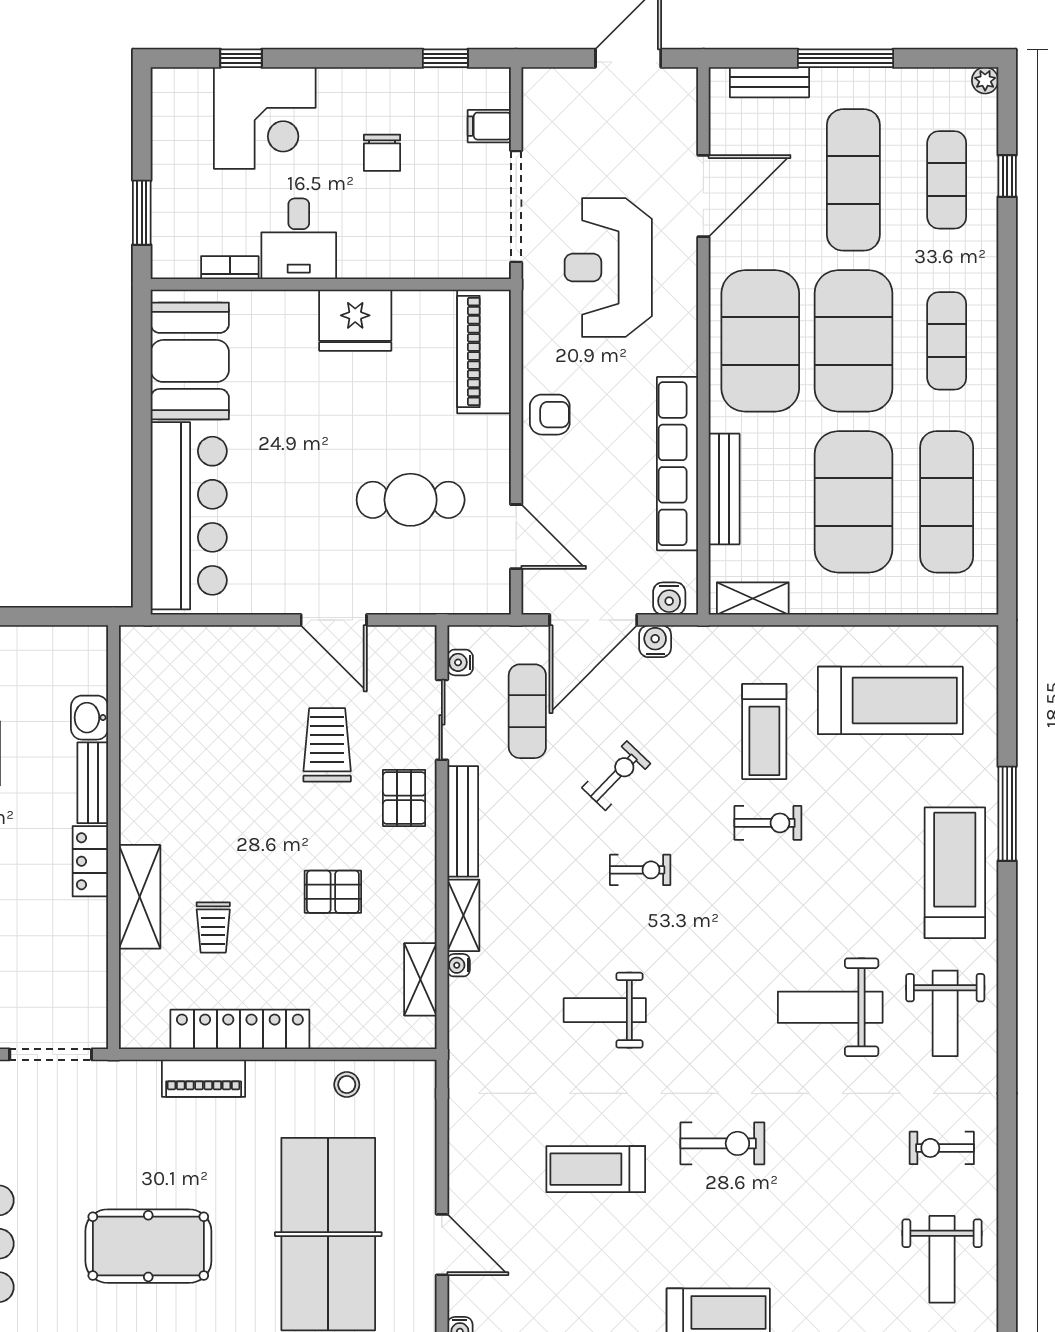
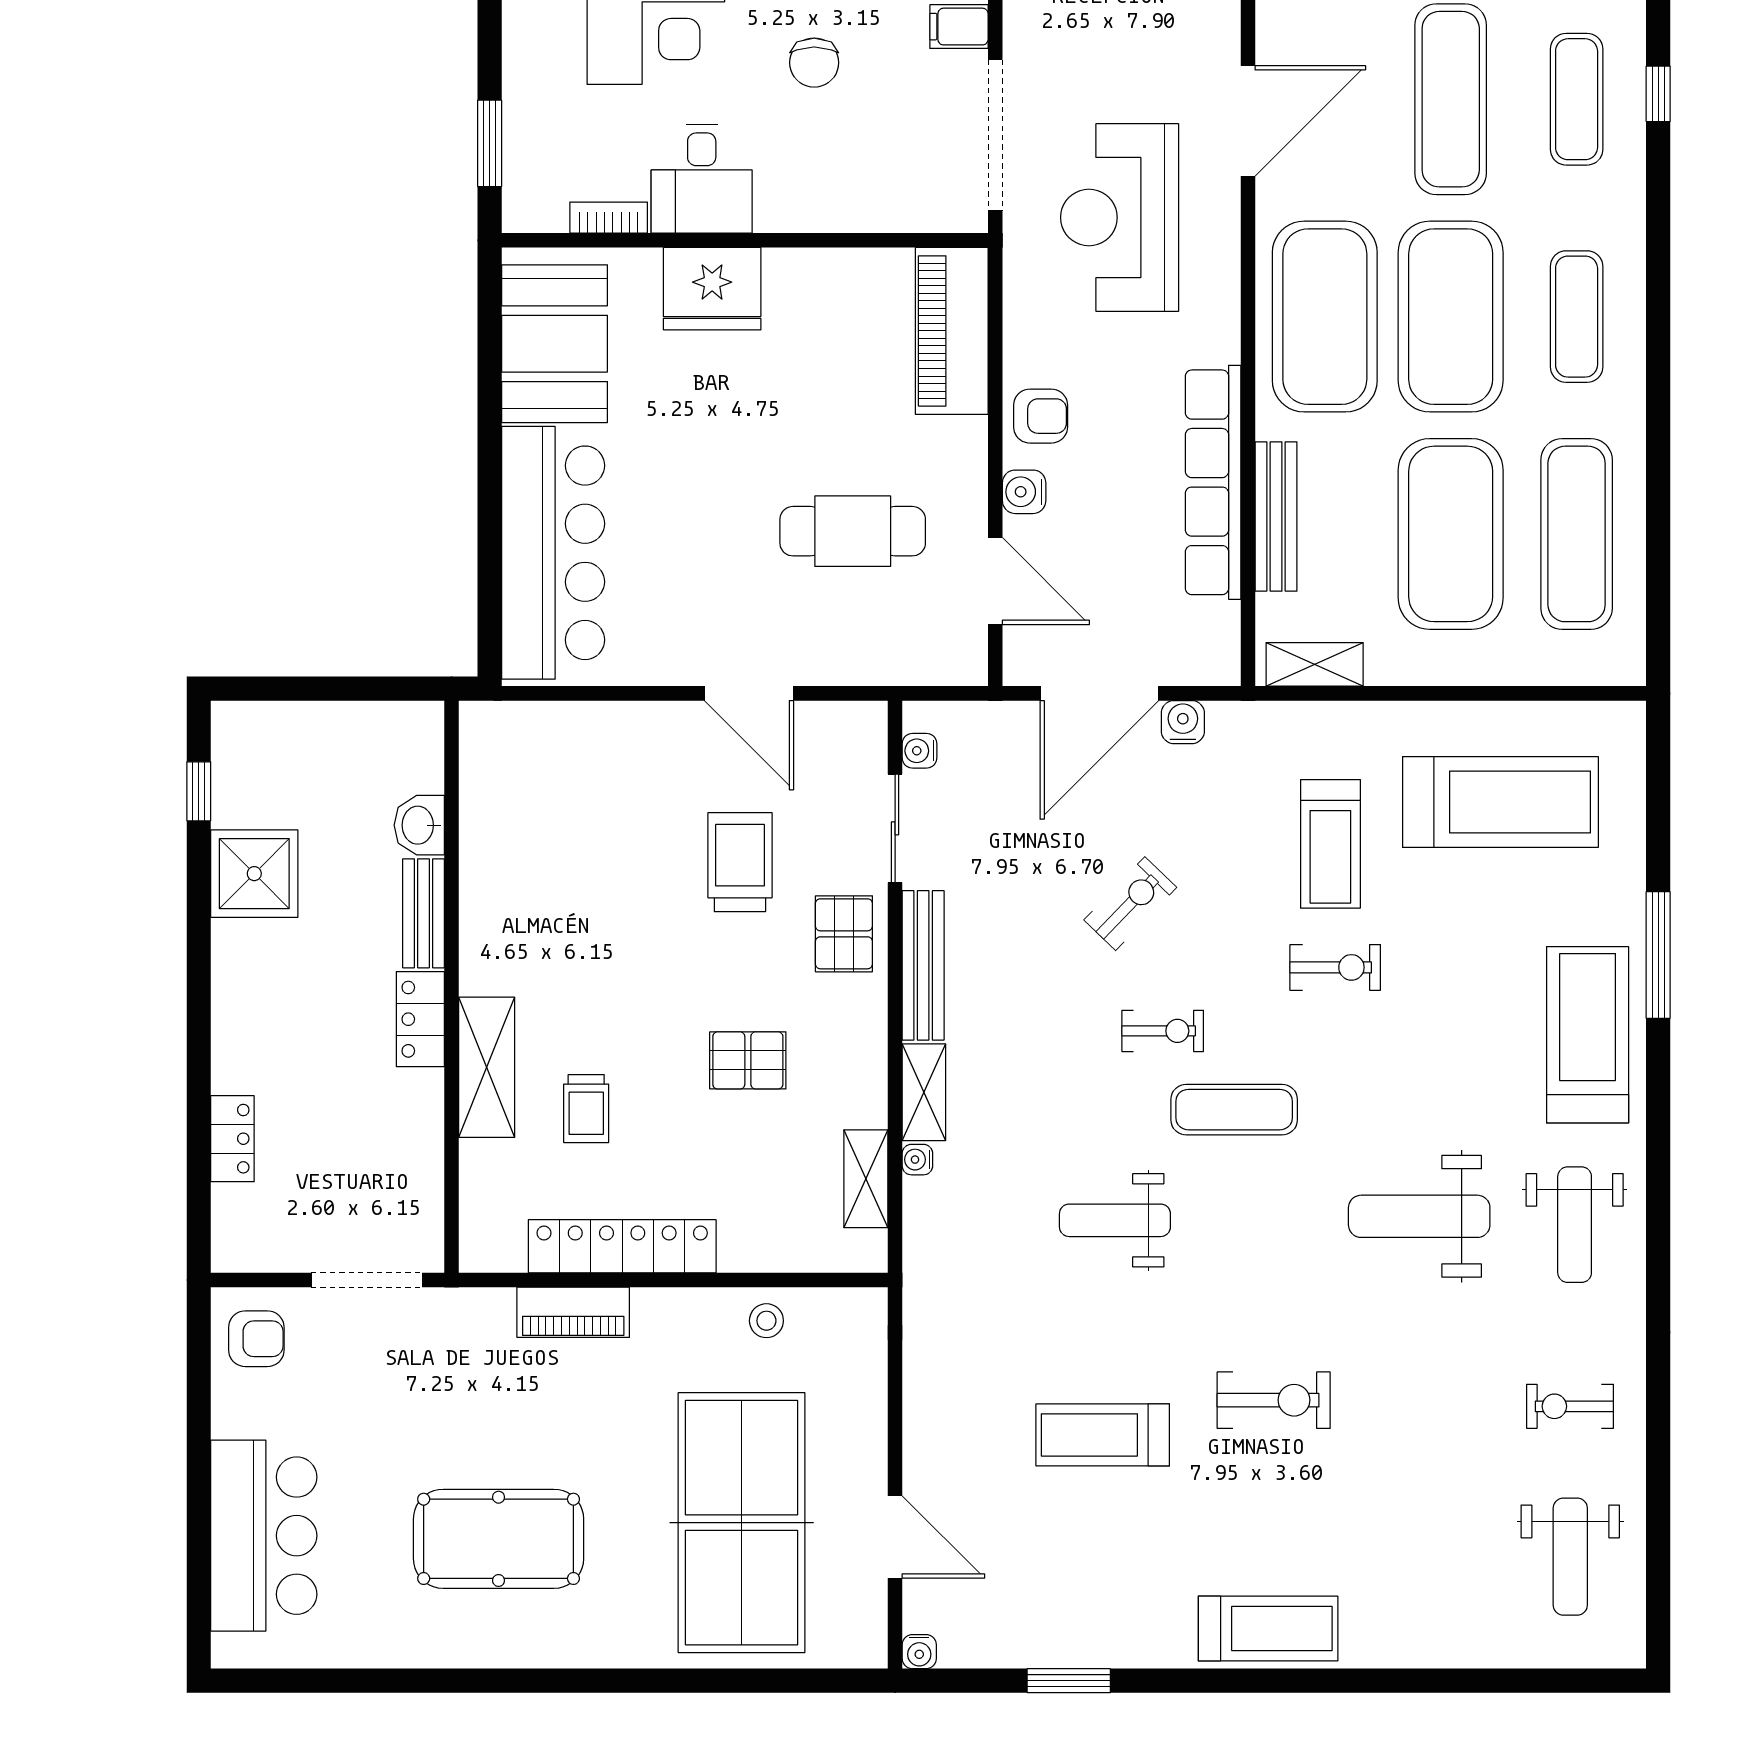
fridge: (355, 320) -> (712, 289), moved
water cooler: (669, 599) -> (1024, 492), moved, turned 90
exercise mat: (527, 711) -> (1234, 1110), moved, turned 90

